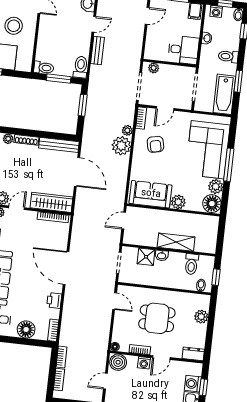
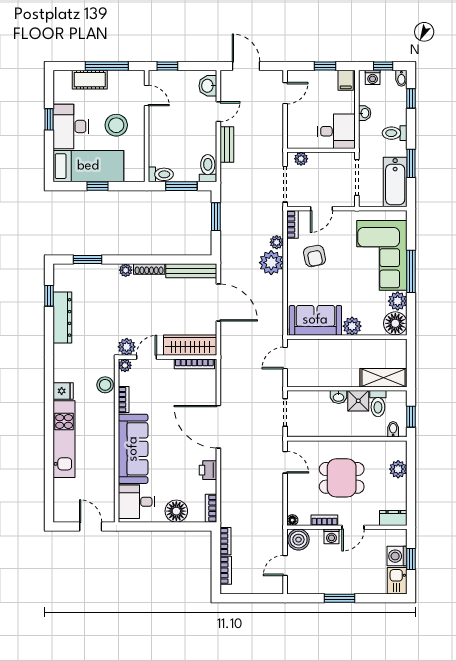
shelving: (176, 242) -> (383, 378), moved
shower: (146, 257) -> (358, 401), moved

